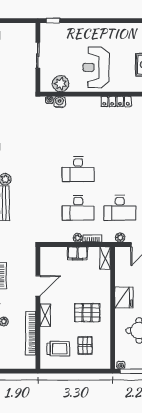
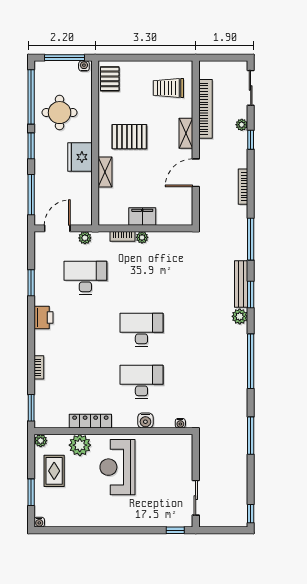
sliding door: (38, 55) -> (196, 498), moved
reception desk: (96, 67) -> (117, 467), turned 180
plant: (61, 84) -> (80, 445), moved
water cooler: (59, 102) -> (145, 421), moved
desk: (78, 208) -> (141, 382), moved
shelving: (105, 258) -> (105, 172), moved
pallet: (85, 345) -> (110, 79), moved

